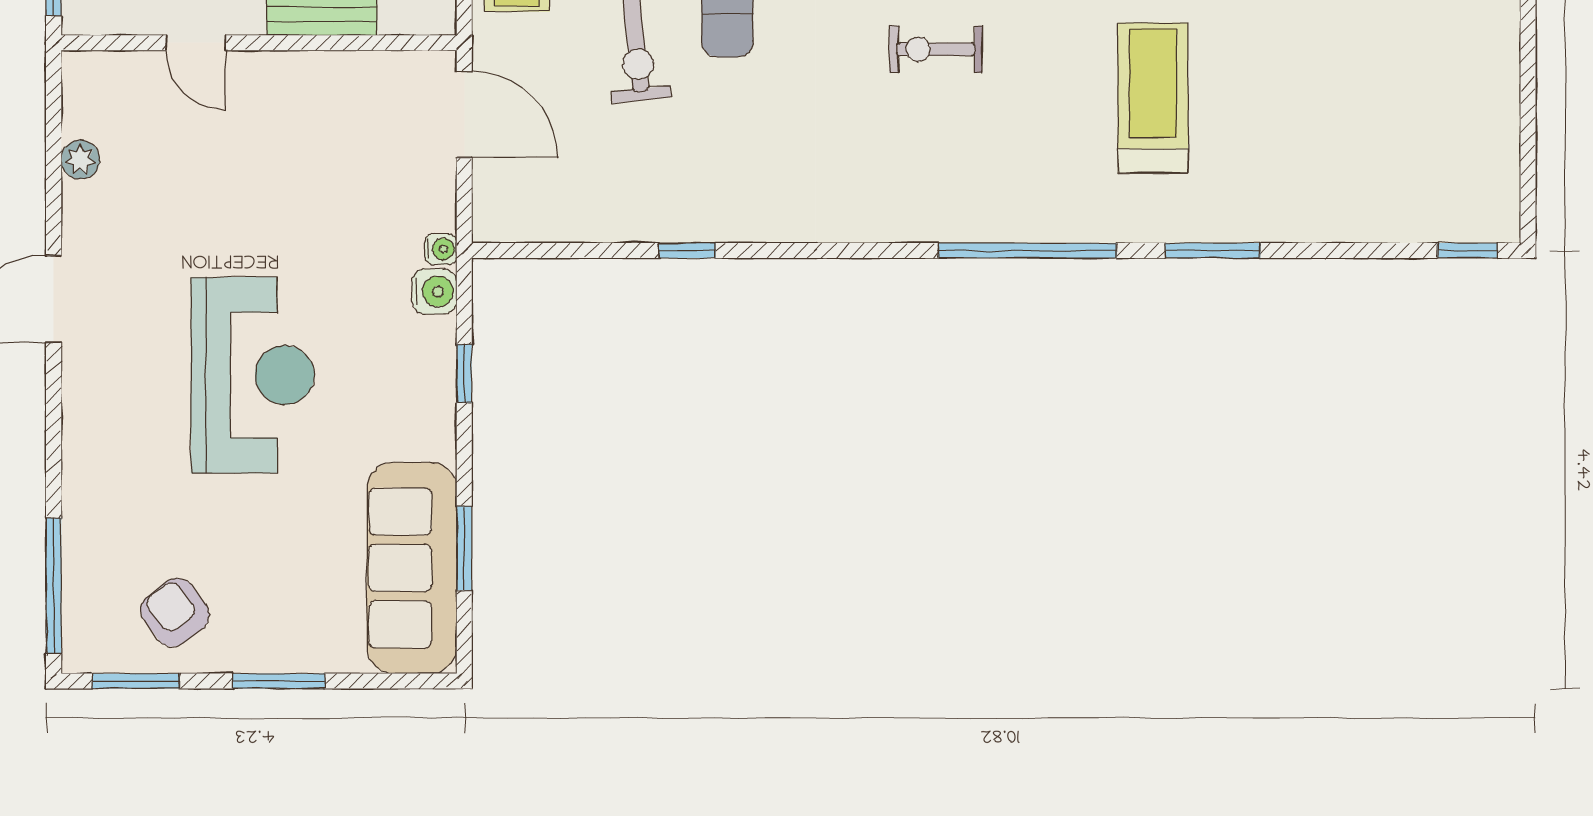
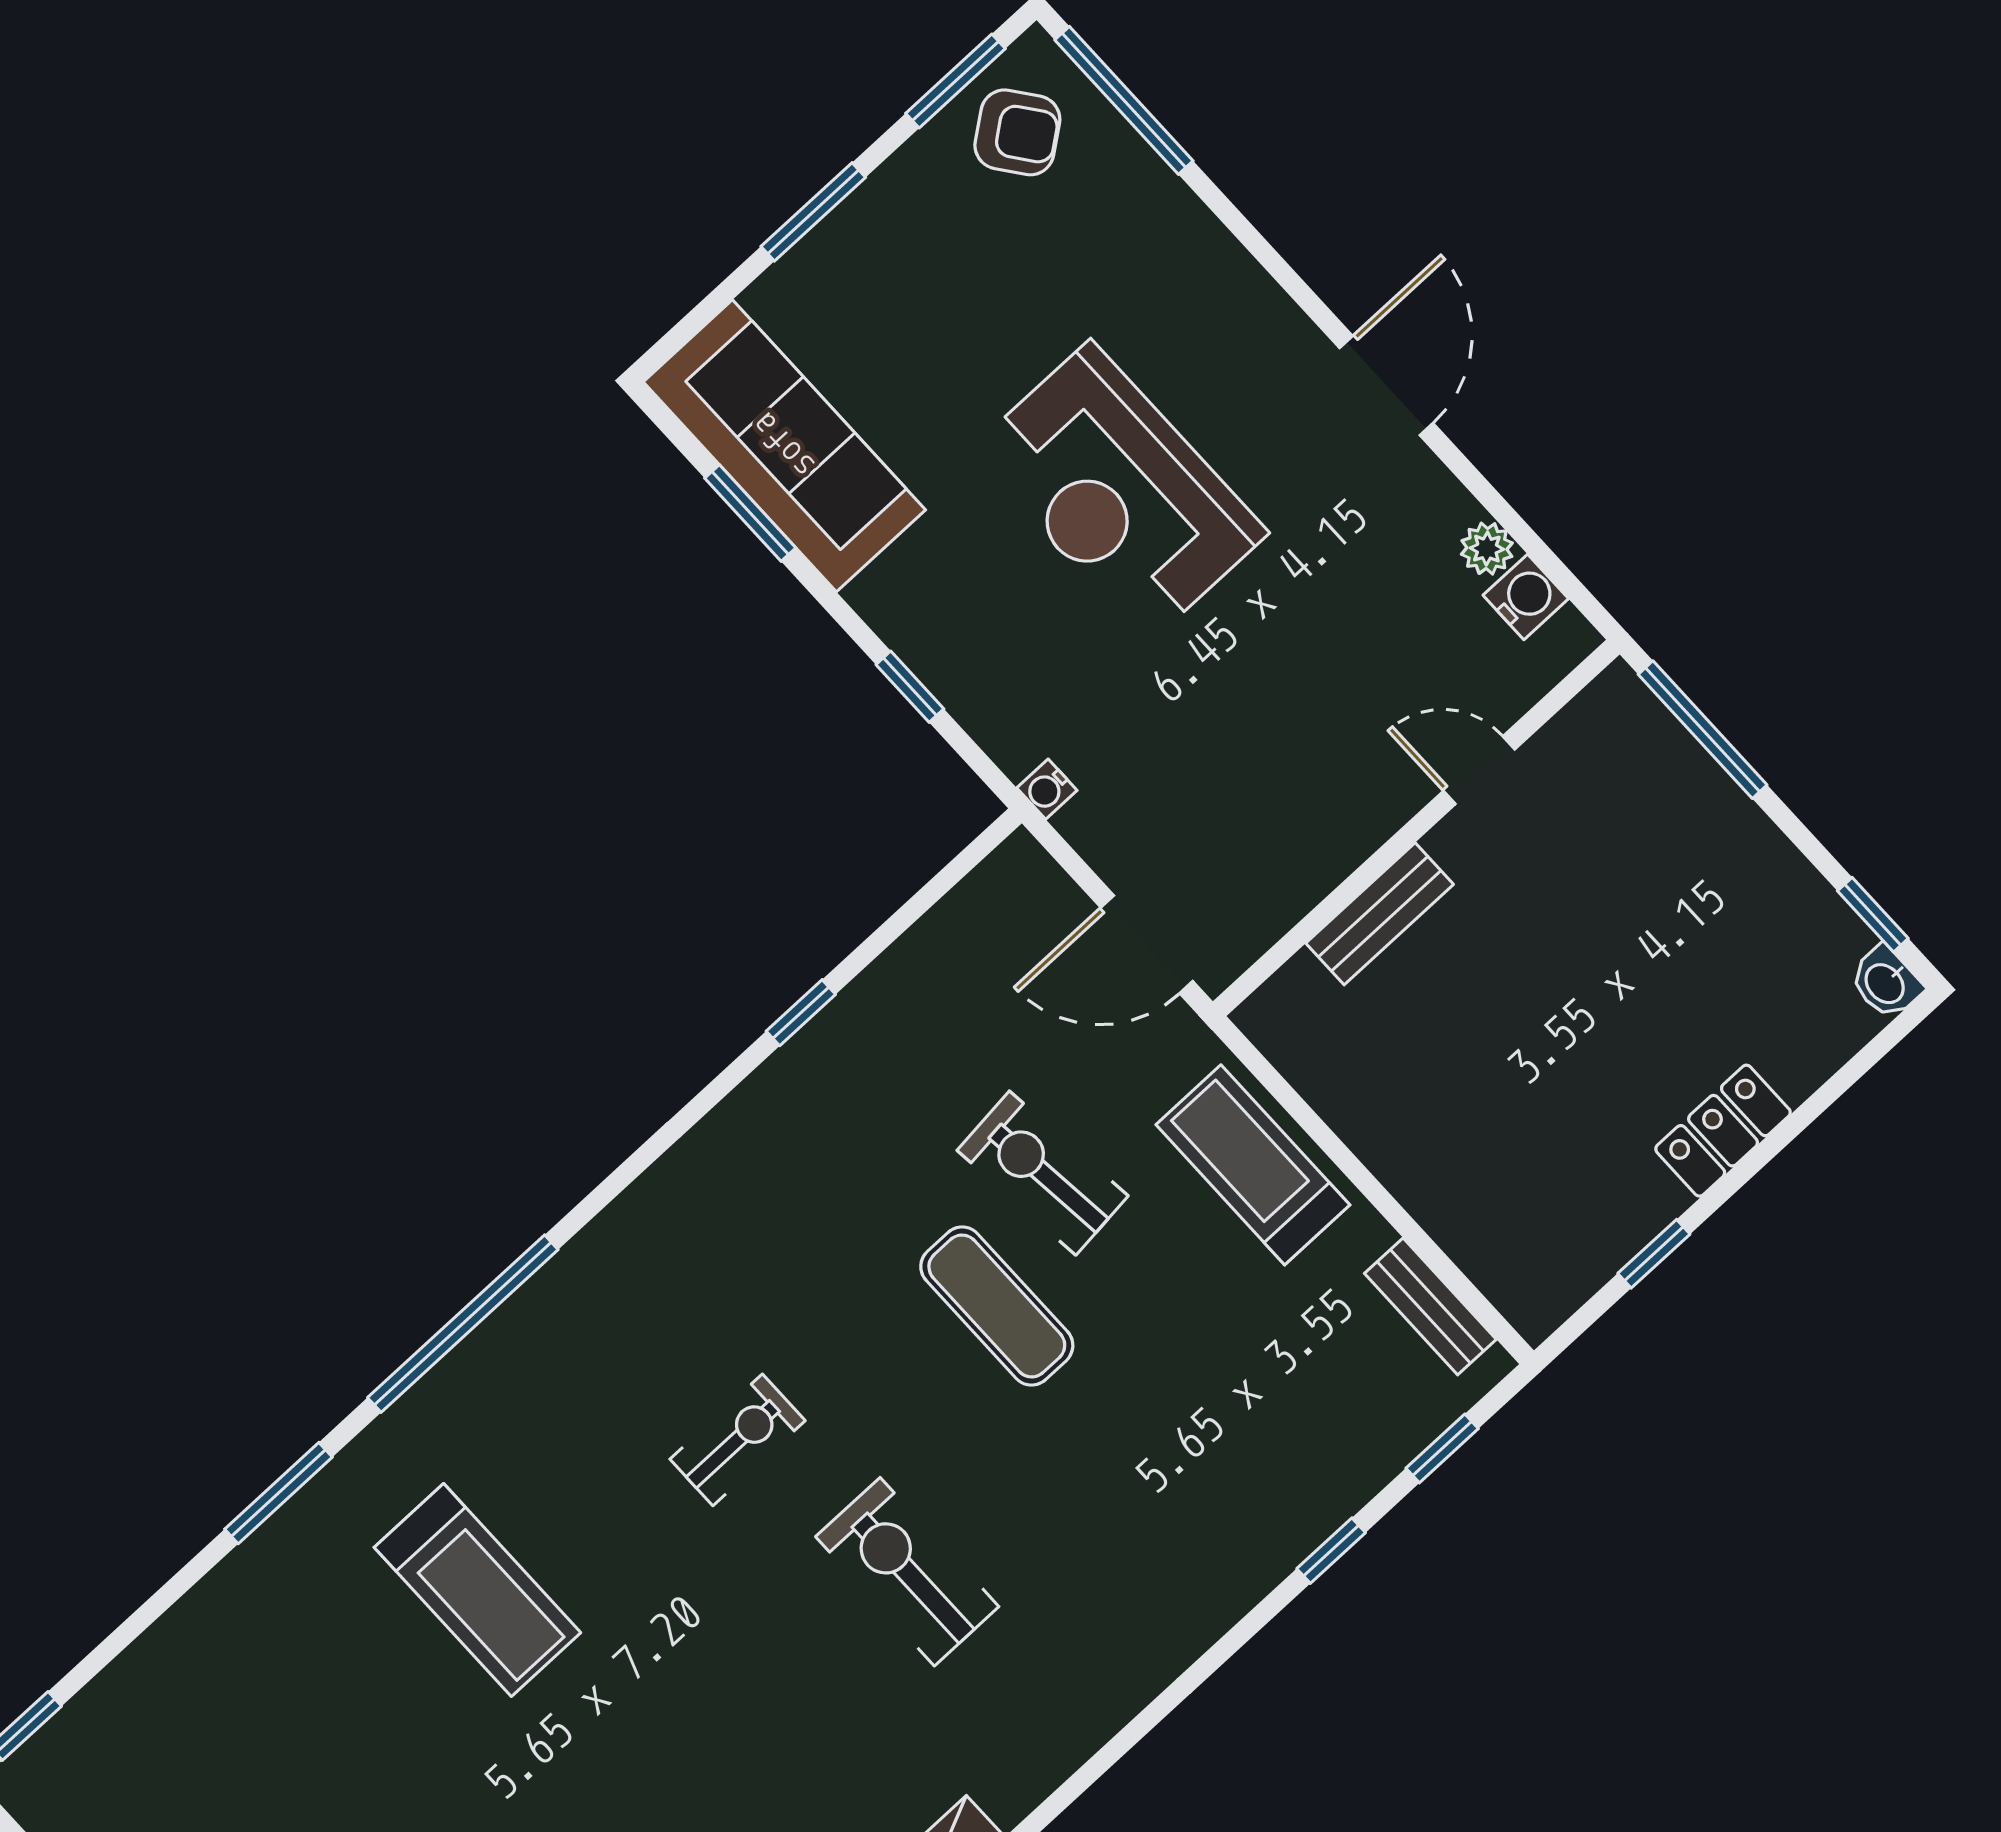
water cooler: (434, 291) -> (1526, 597), moved, turned 180
armchair: (175, 612) -> (1017, 132), moved

